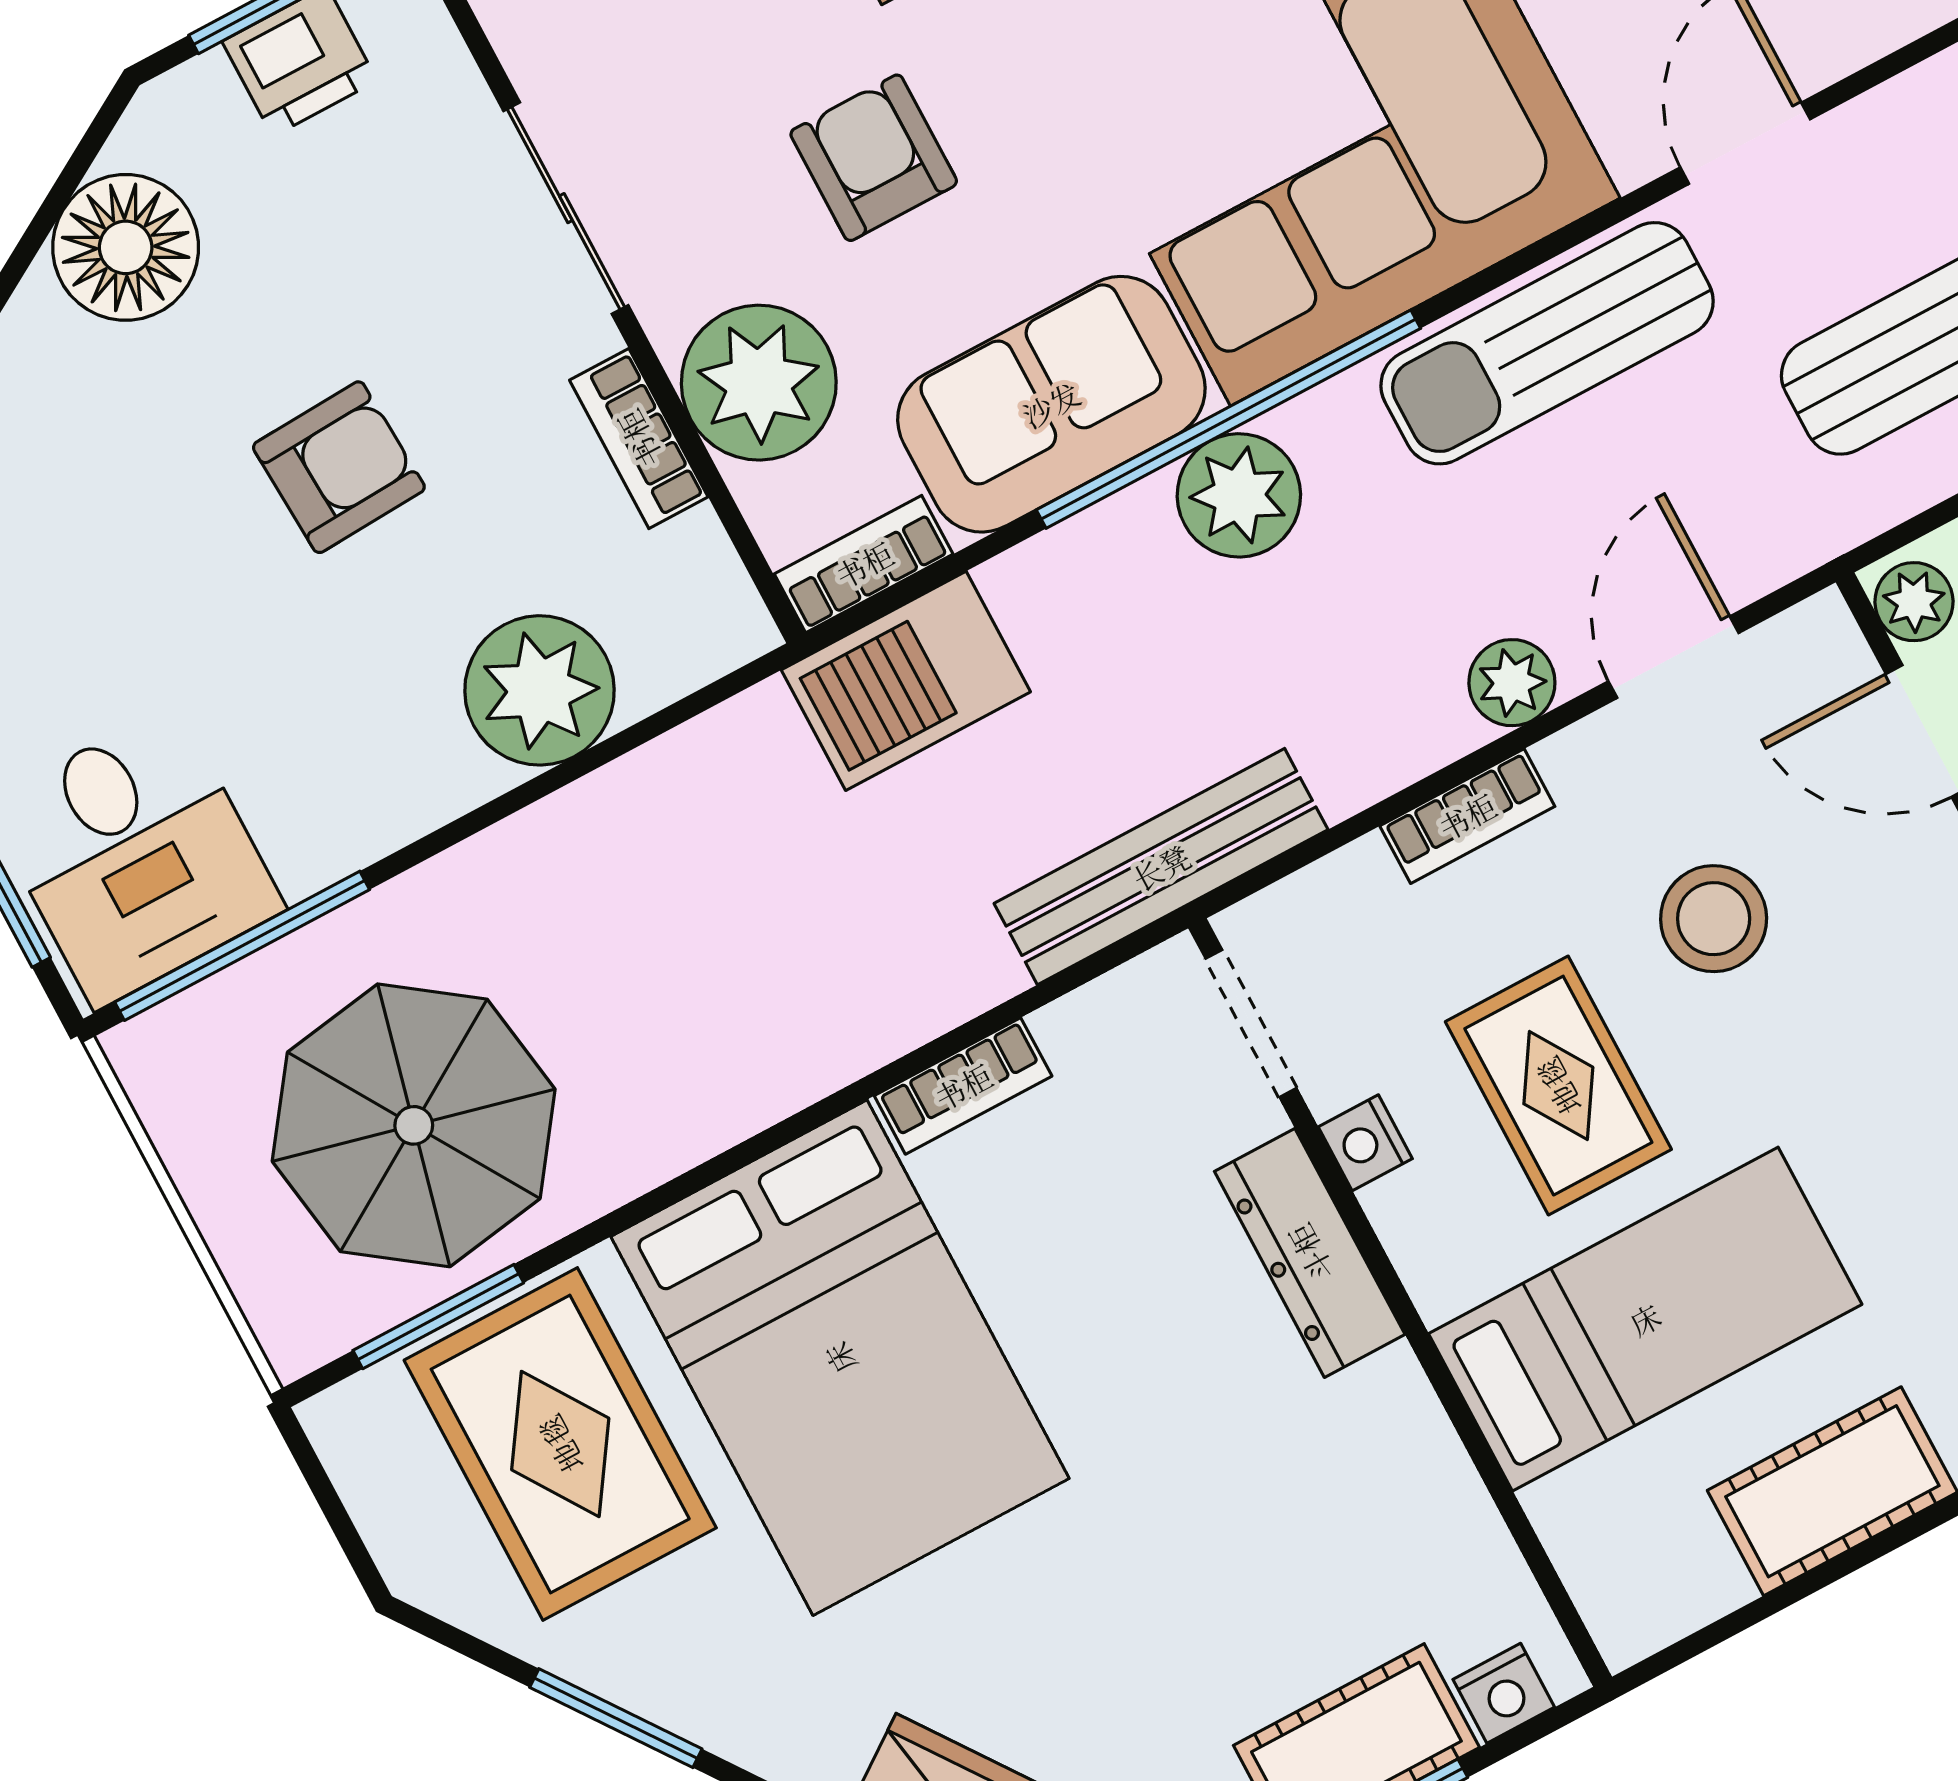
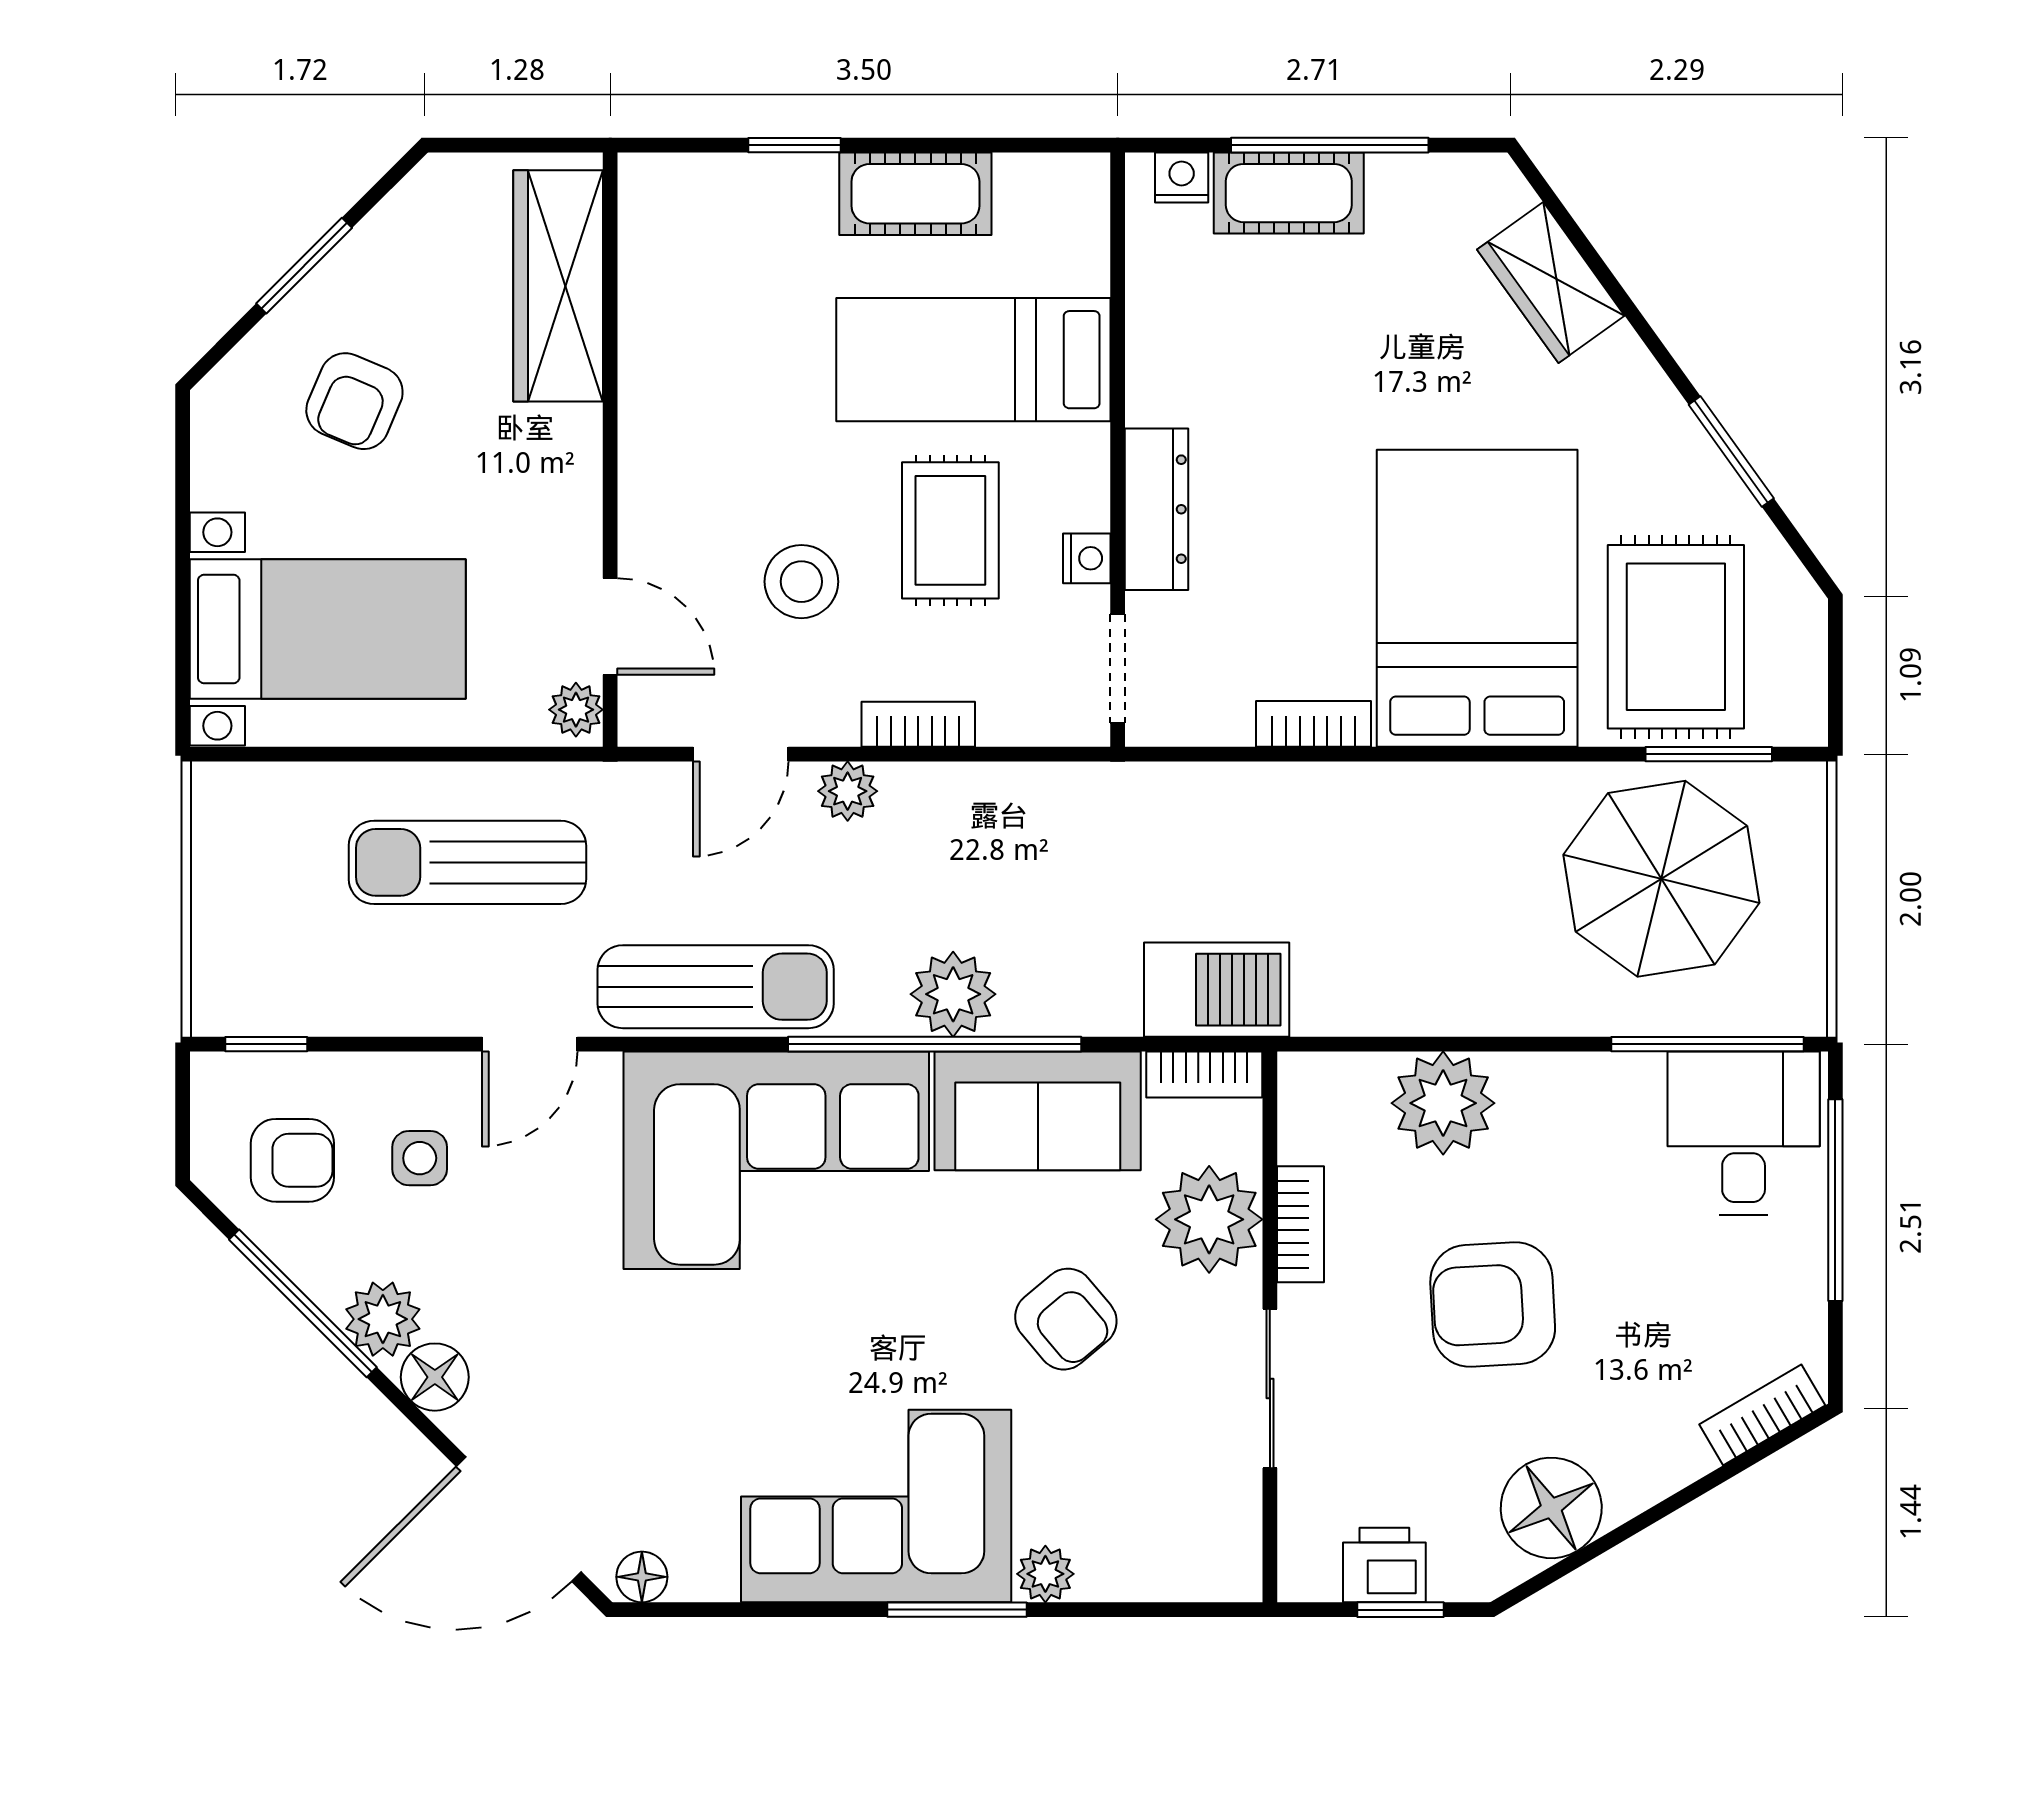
armchair: (874, 158) -> (1066, 1319), turned -40
armchair: (339, 467) -> (1493, 1304), width x1.38, depth x1.38
bench: (1161, 867) -> (1121, 793), removed

